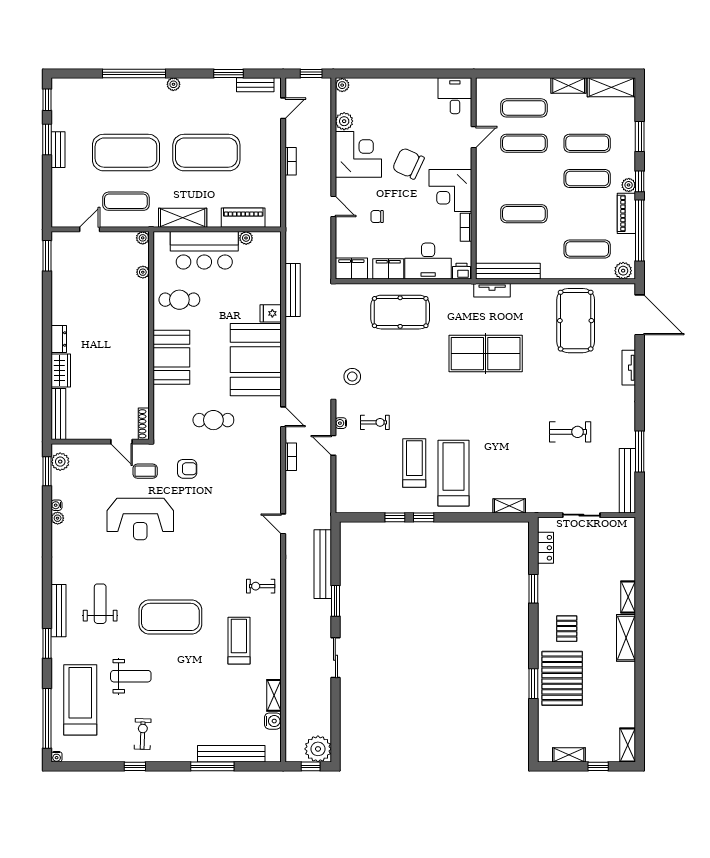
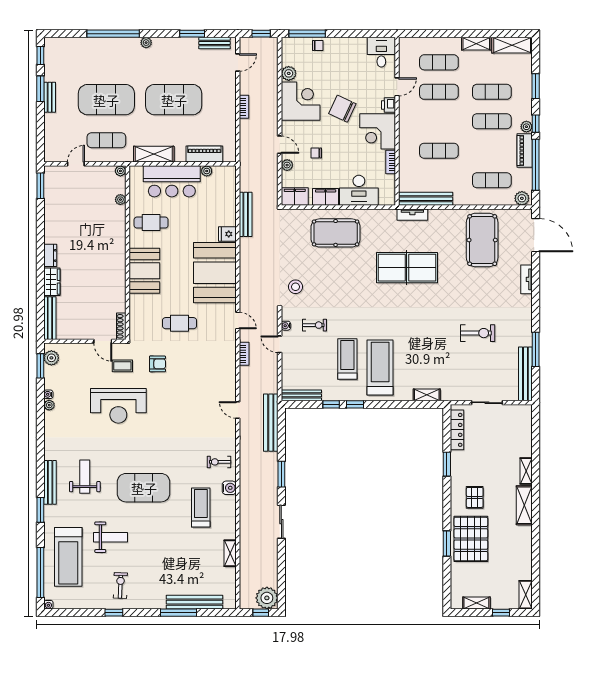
window: (366, 74) -> (307, 34), added
plant: (342, 85) -> (287, 165), moved
chair: (379, 88) -> (318, 46), added
printer: (461, 271) -> (389, 105), moved, turned -90
bench: (359, 507) -> (301, 395), added
locker: (545, 548) -> (457, 430), width x1.53
bench: (323, 564) -> (271, 423), moved
treadmill: (80, 700) -> (68, 557), turned 180
water cooler: (273, 721) -> (229, 488), moved

